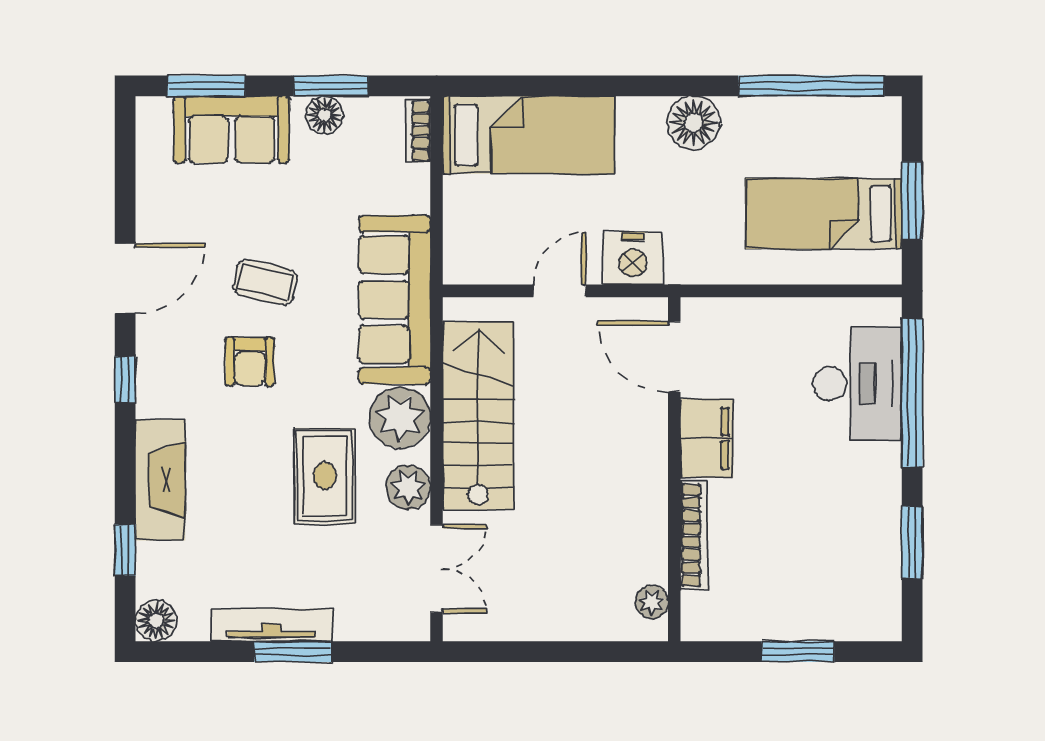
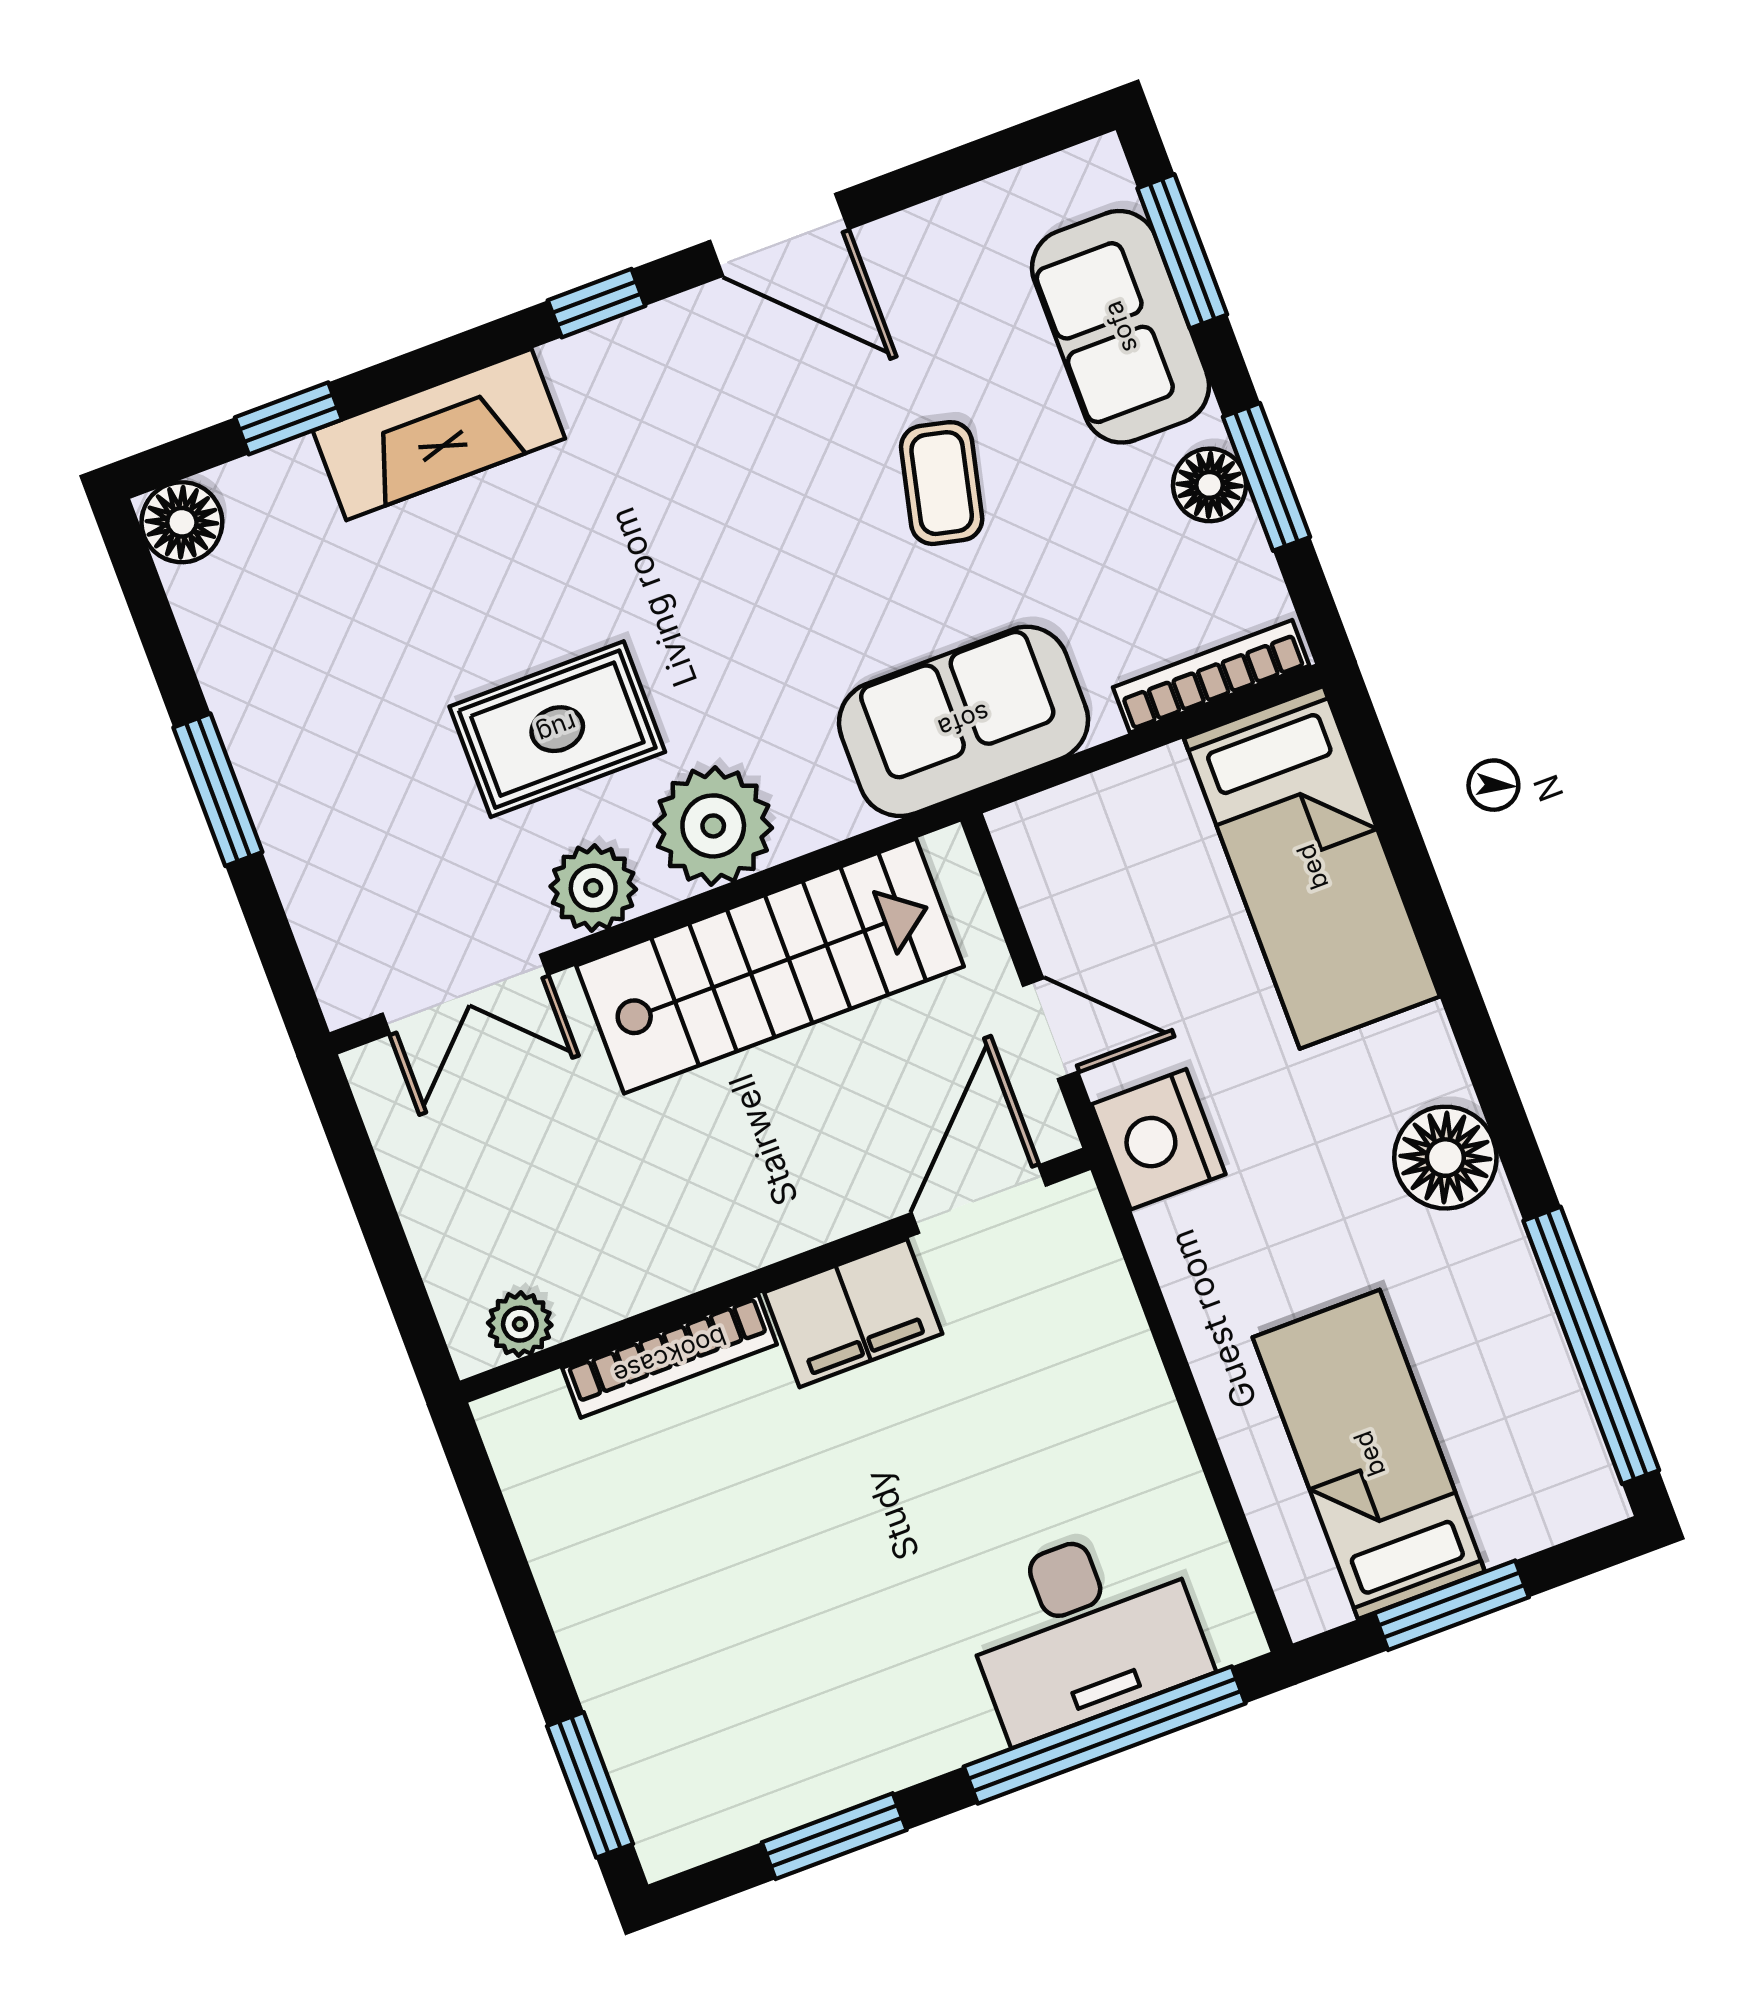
bookcase: (418, 131) -> (1211, 676), width x1.56
coffee table: (265, 282) -> (942, 483), moved
sofa: (395, 300) -> (964, 721), width x0.73
door: (674, 357) -> (979, 1199), moved
armchair: (250, 362) -> (713, 517), removed
filing cabinet: (707, 438) -> (853, 1313), moved
wall: (674, 469) -> (775, 1275), moved
bookcase: (694, 535) -> (670, 1356), moved
plant: (652, 602) -> (520, 1324), moved
tv unit: (272, 625) -> (252, 734), removed
window: (798, 652) -> (590, 1785), moved

